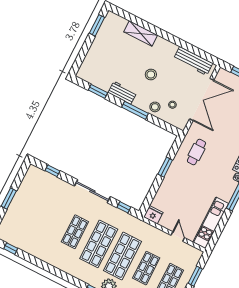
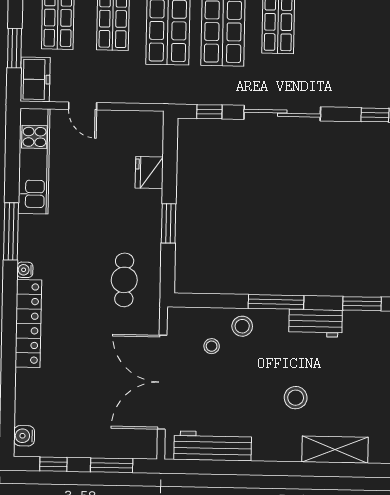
stool: (151, 75) -> (296, 398), moved
fridge: (153, 215) -> (149, 172), moved, turned 90
freezer: (193, 258) -> (35, 79), added

